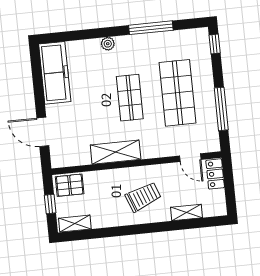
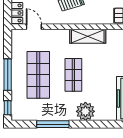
plant: (108, 44) -> (85, 111), width x1.87, depth x1.87
window: (221, 109) -> (8, 75), moved

